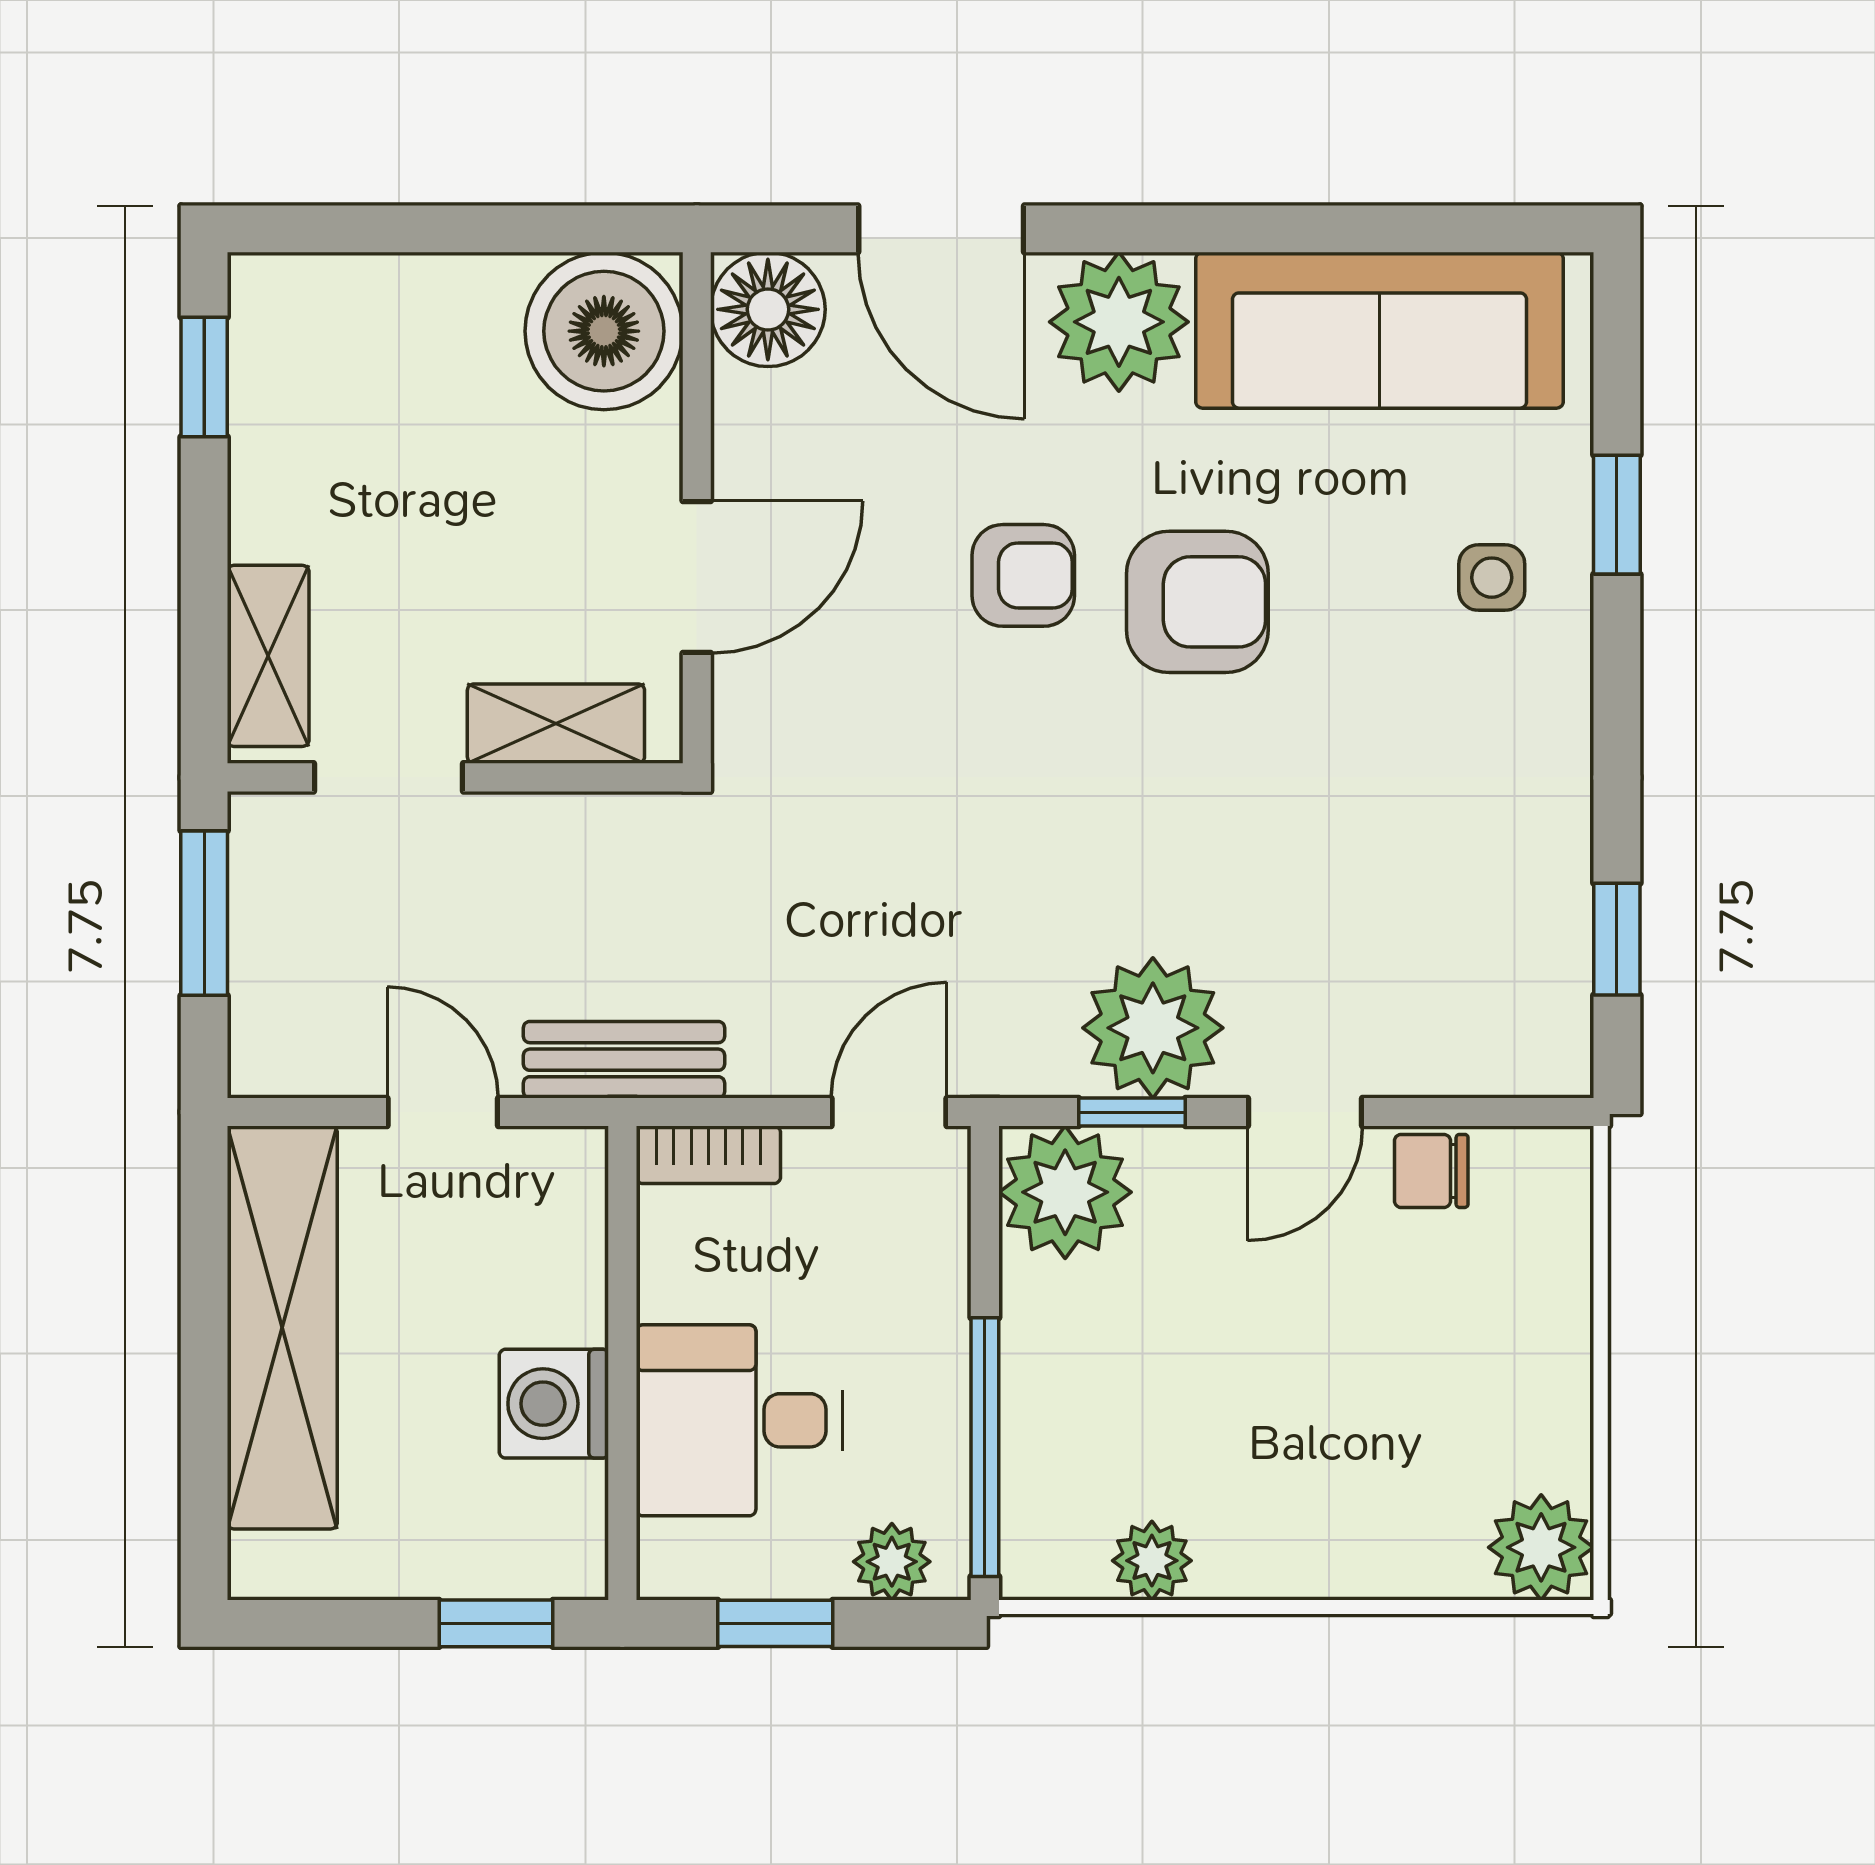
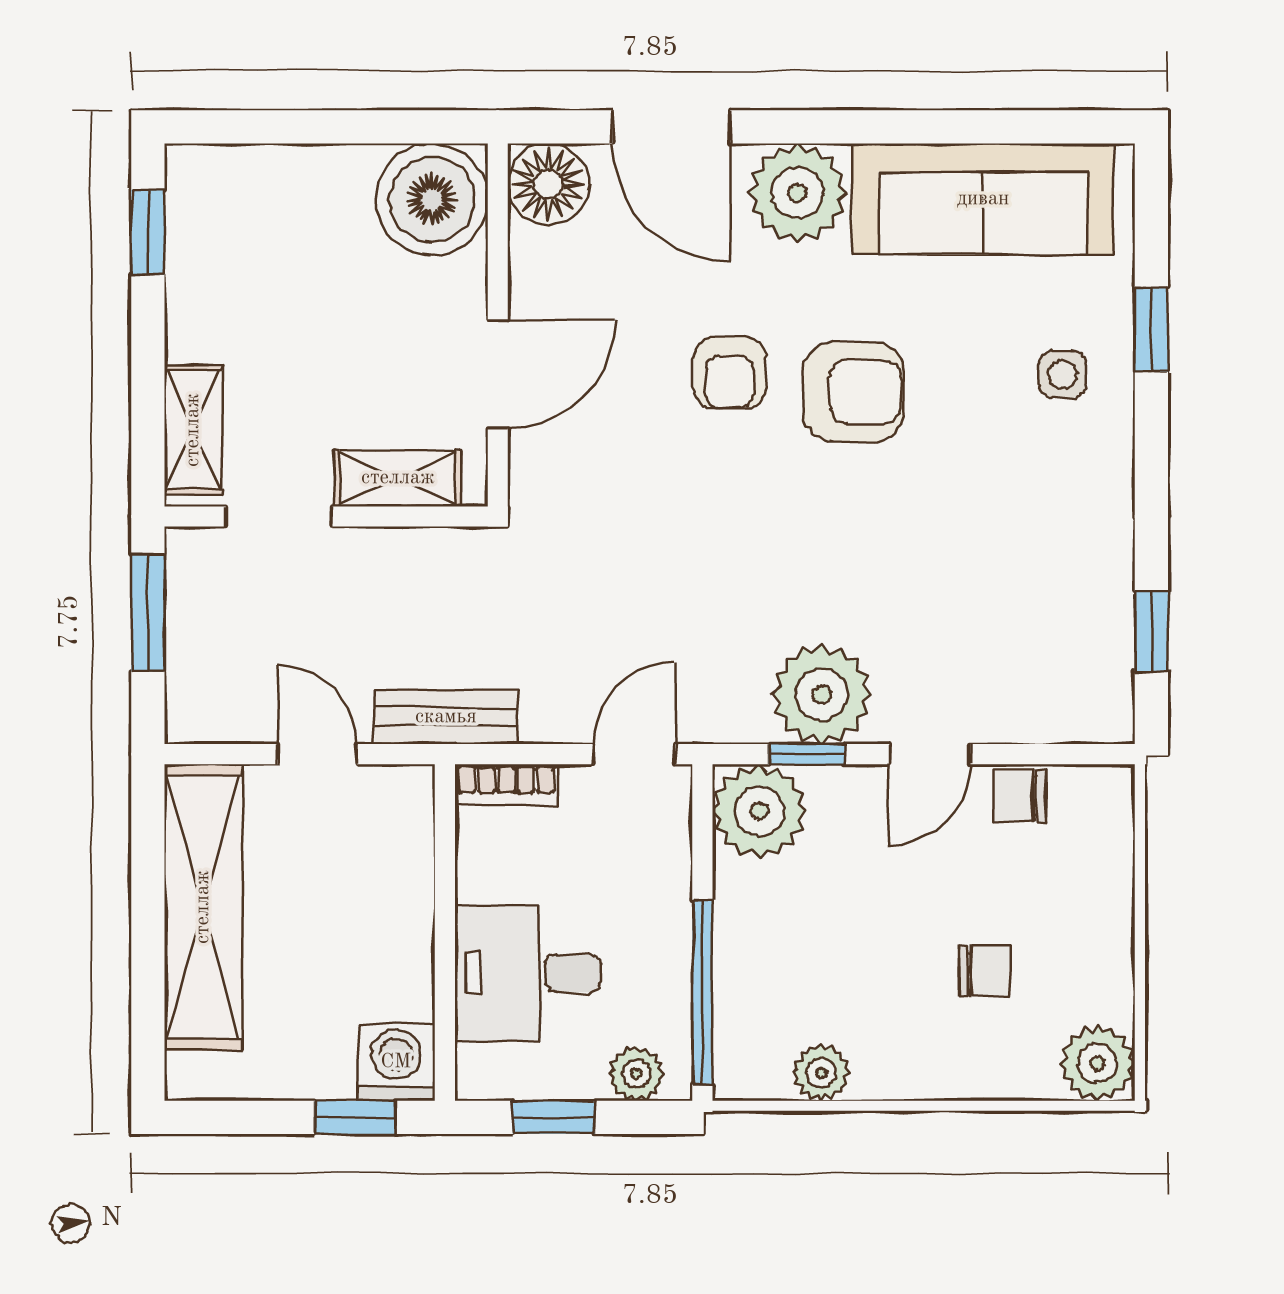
armchair: (1023, 575) -> (730, 373), turned 90
washing machine: (554, 1404) -> (396, 1062), moved, turned 90
chair: (1382, 1417) -> (985, 971), added

